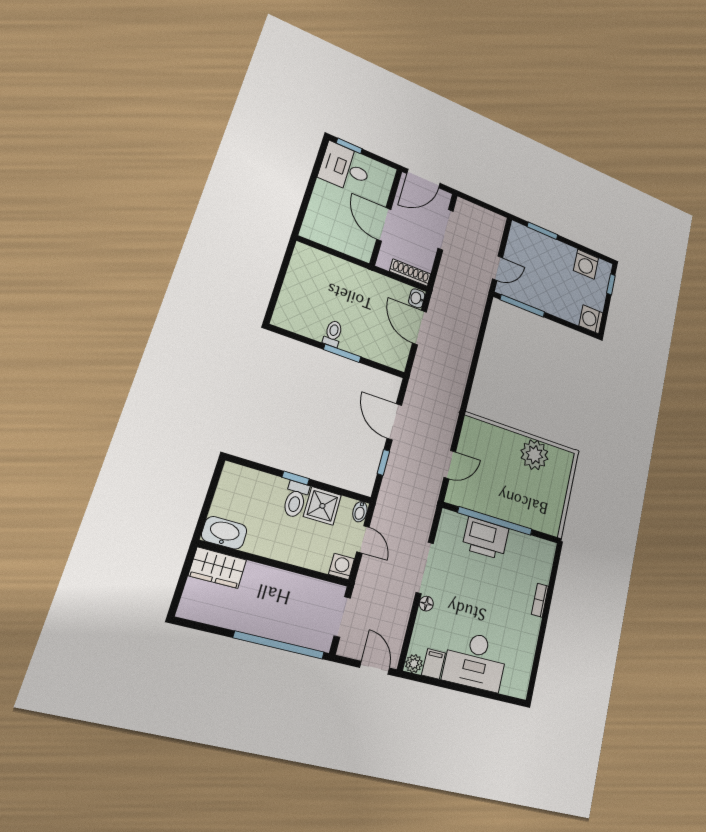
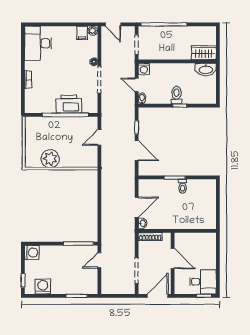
door: (419, 328) -> (137, 207), hinge flipped
shower: (322, 506) -> (162, 96), removed
desk: (475, 661) -> (38, 43), moved, turned -90

